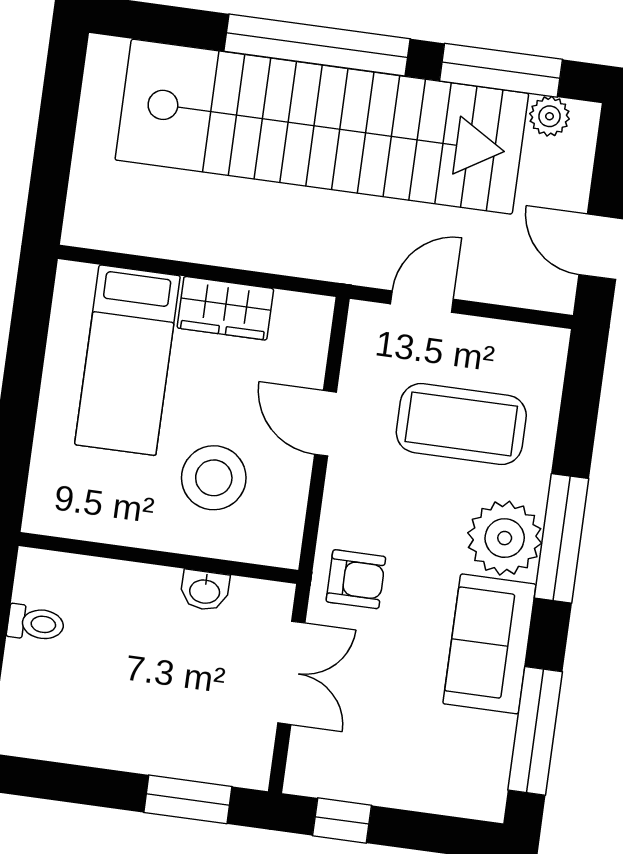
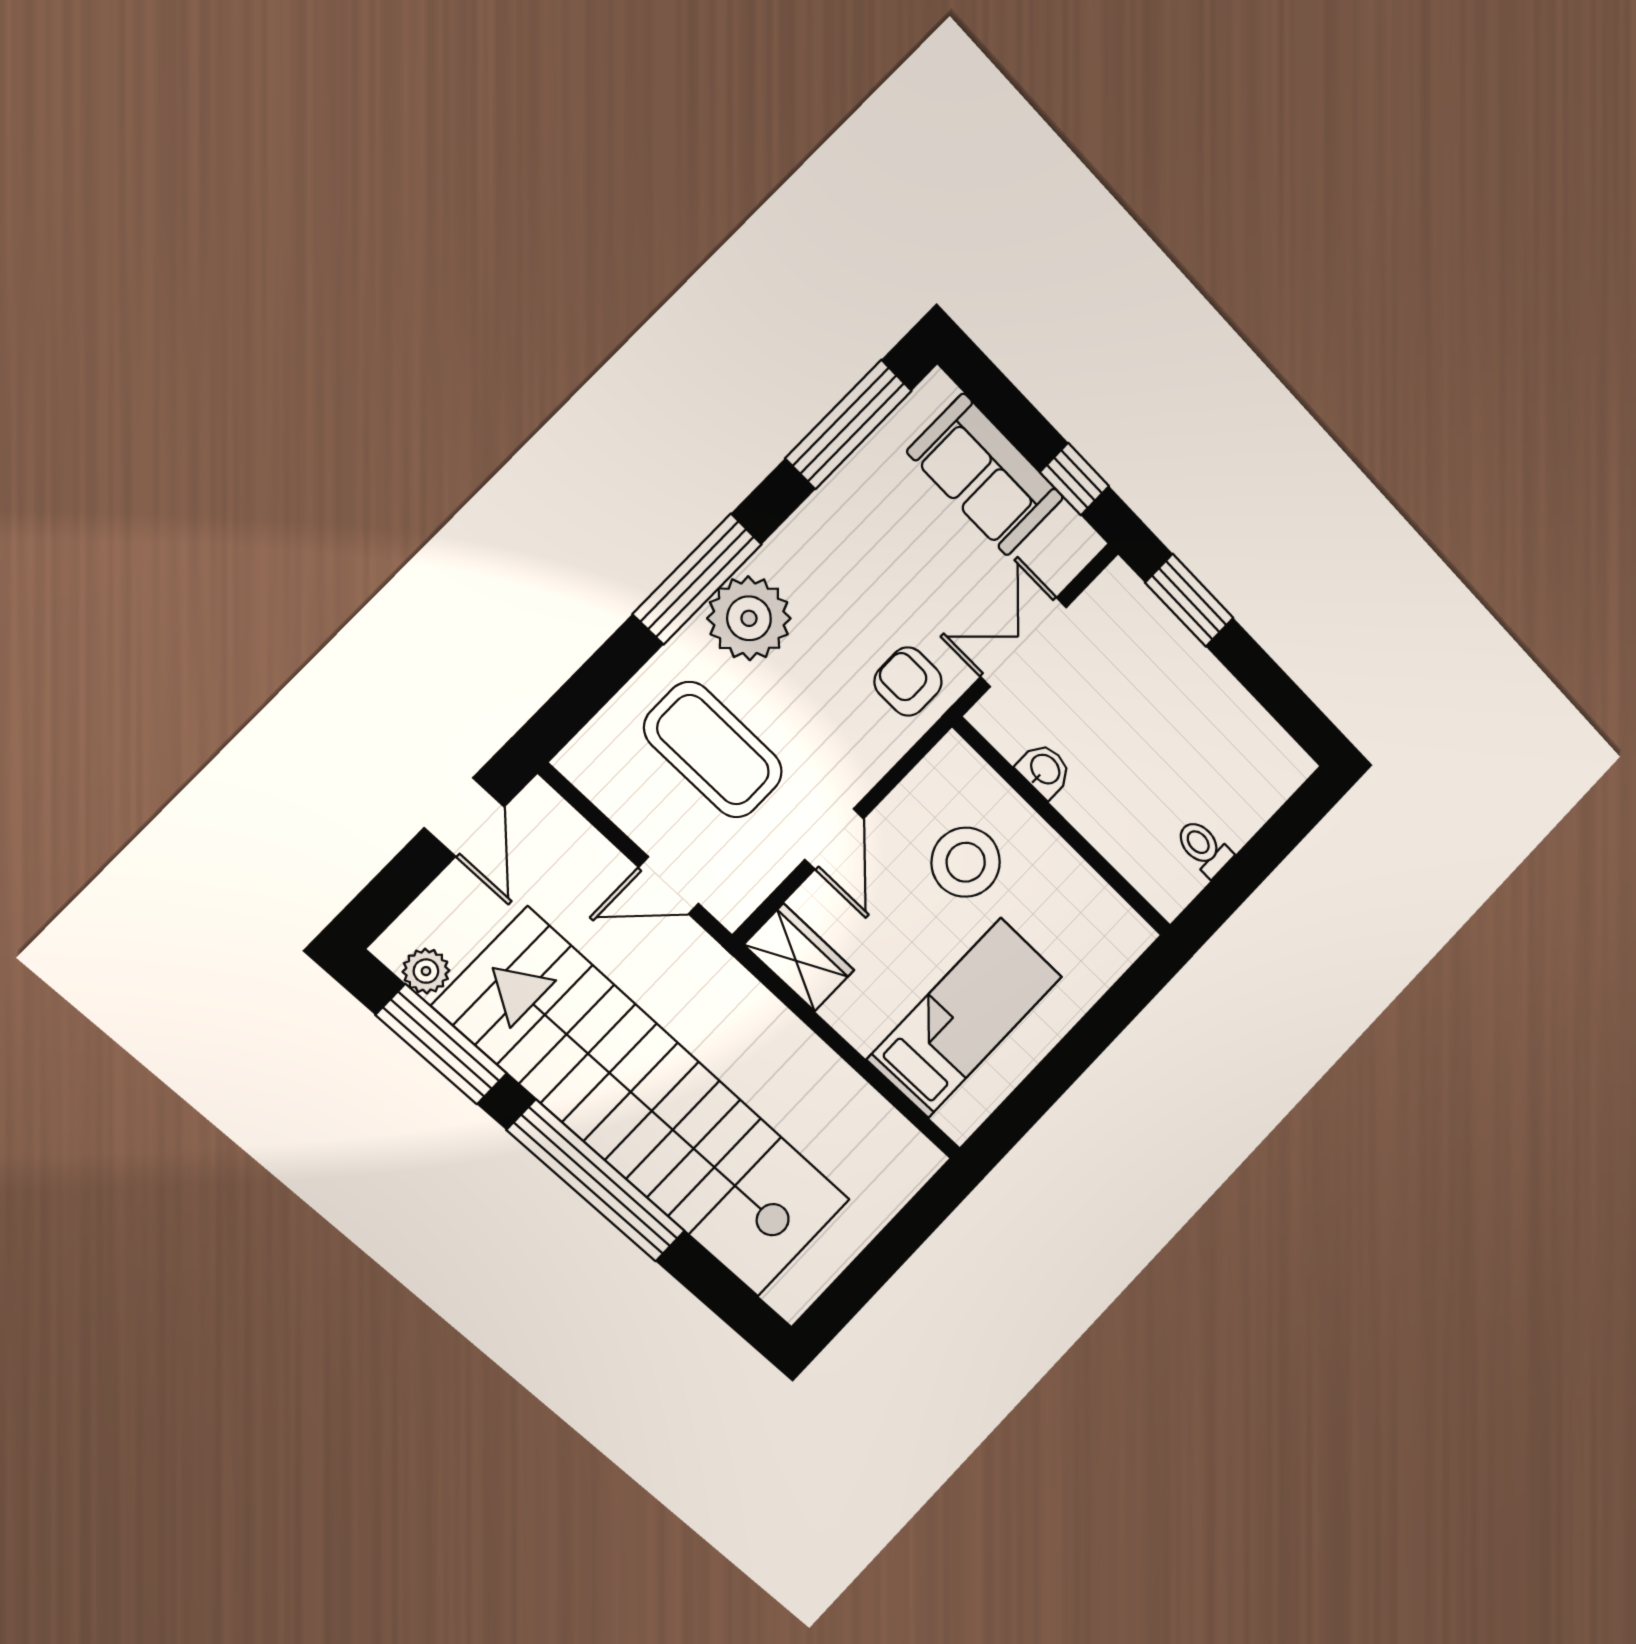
wardrobe: (225, 308) -> (799, 957), moved
sofa: (489, 644) -> (985, 475), moved, turned 90

